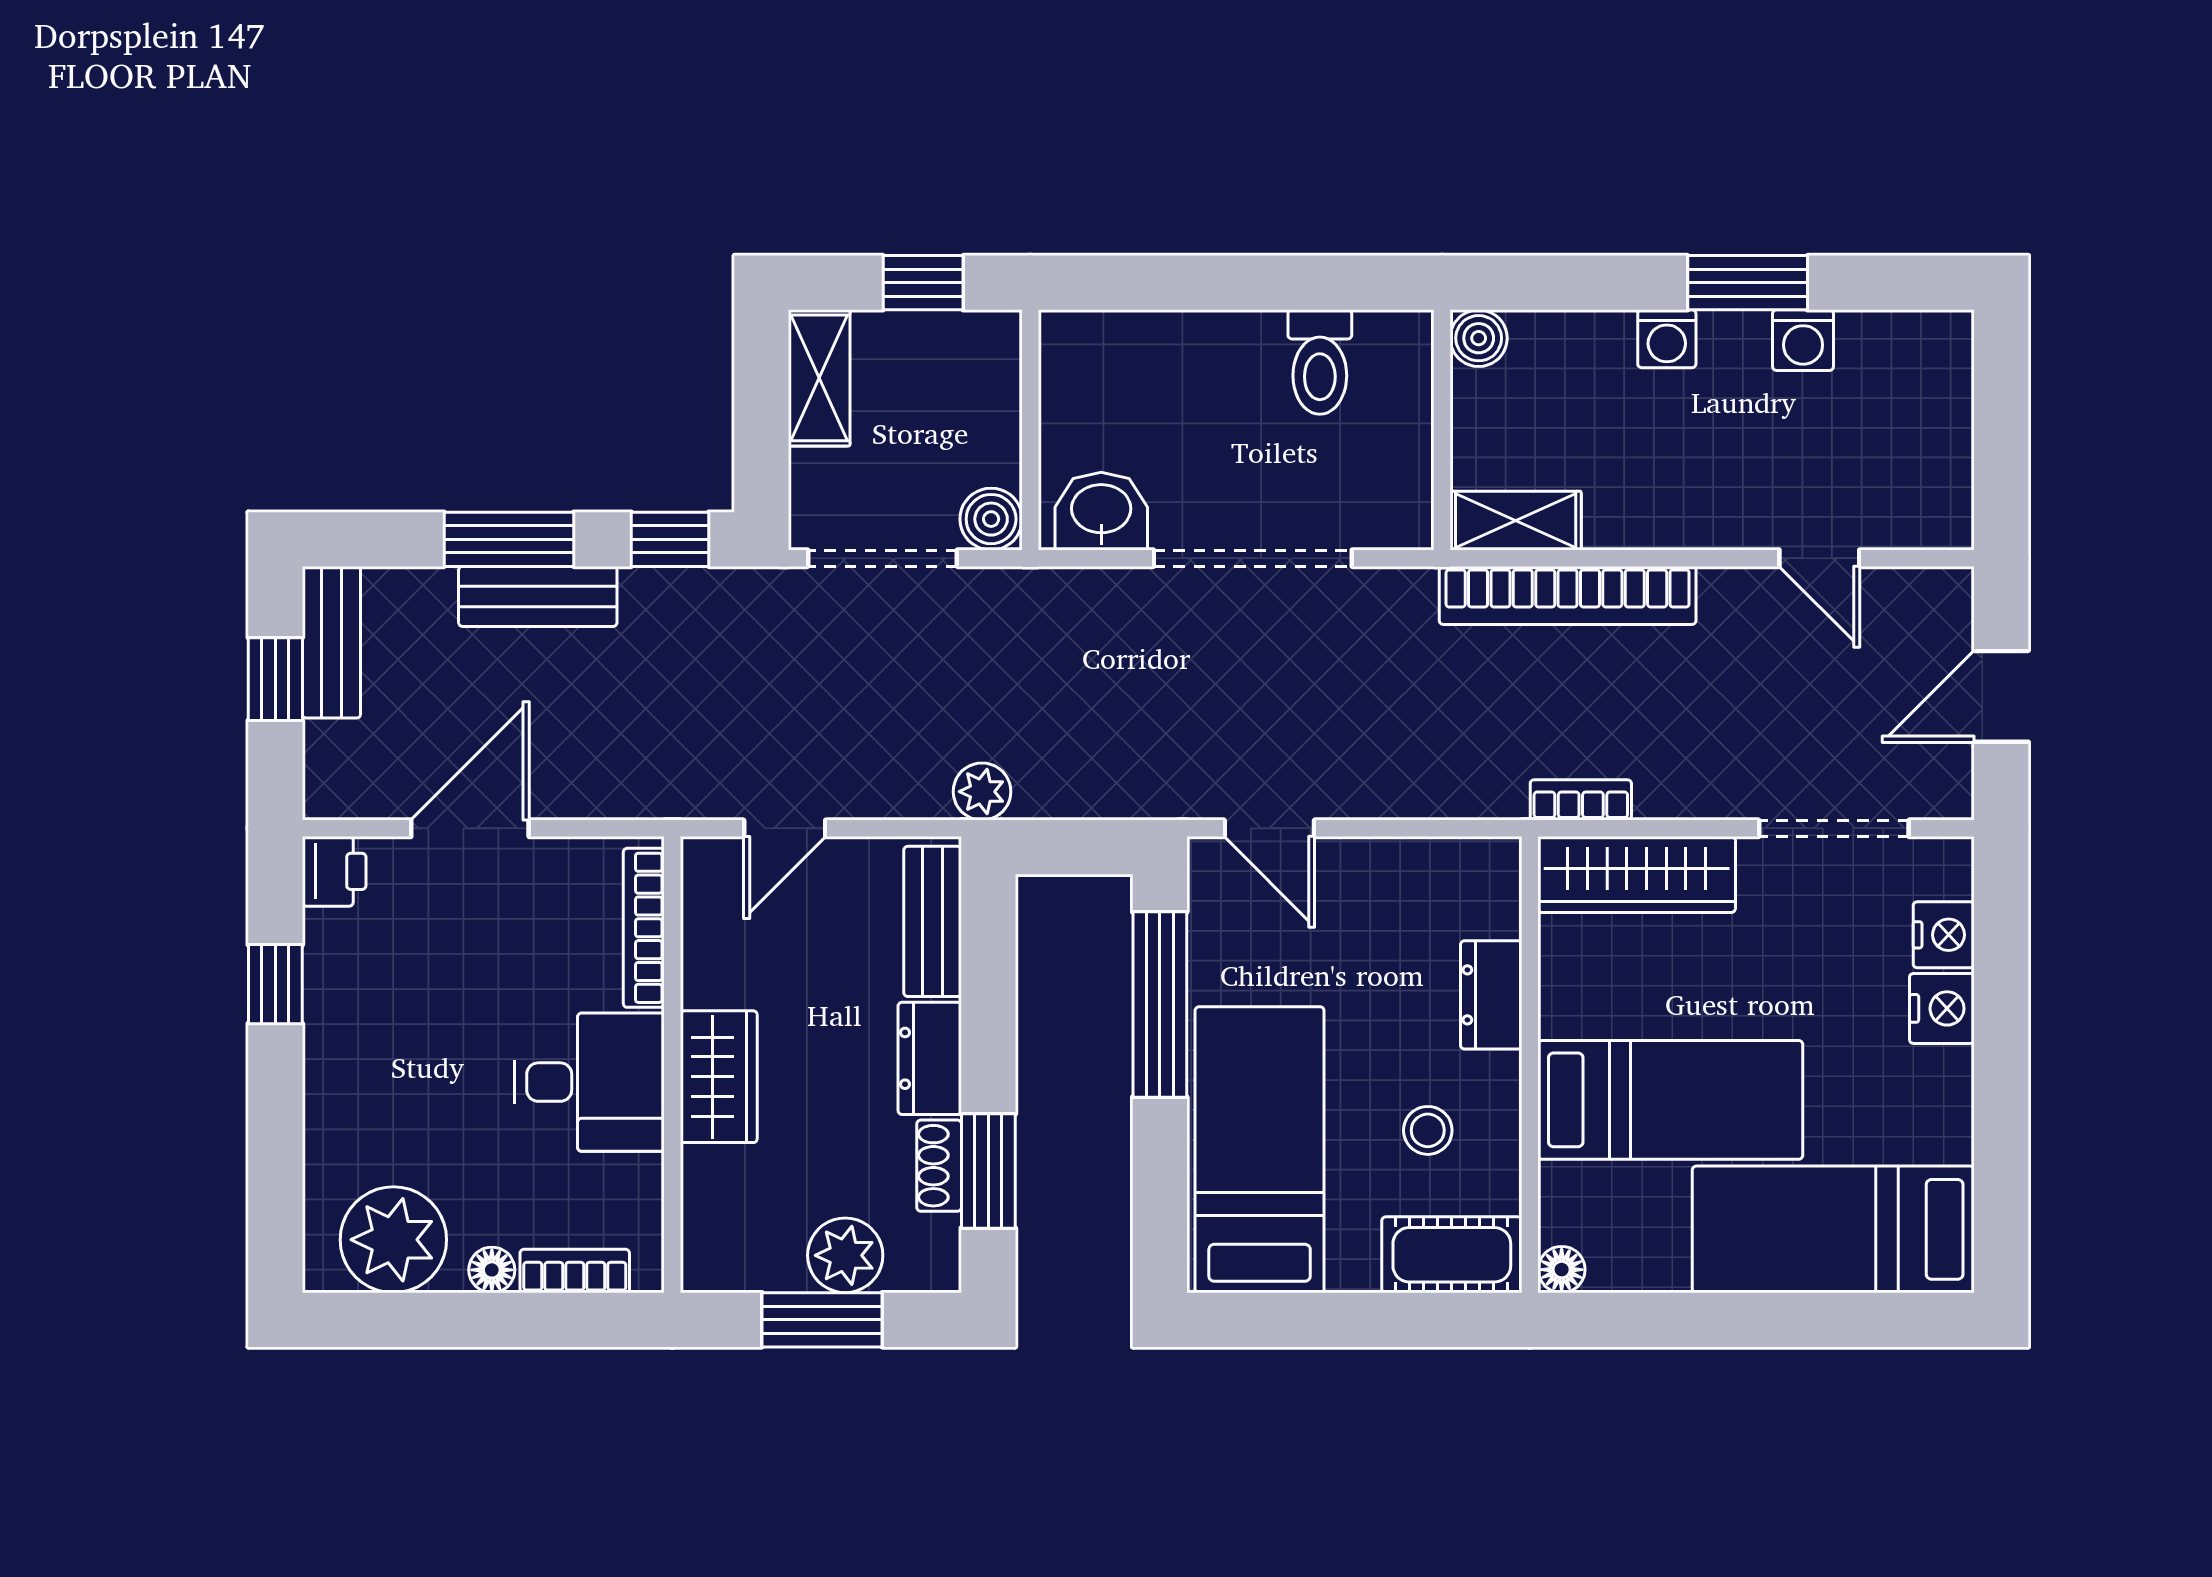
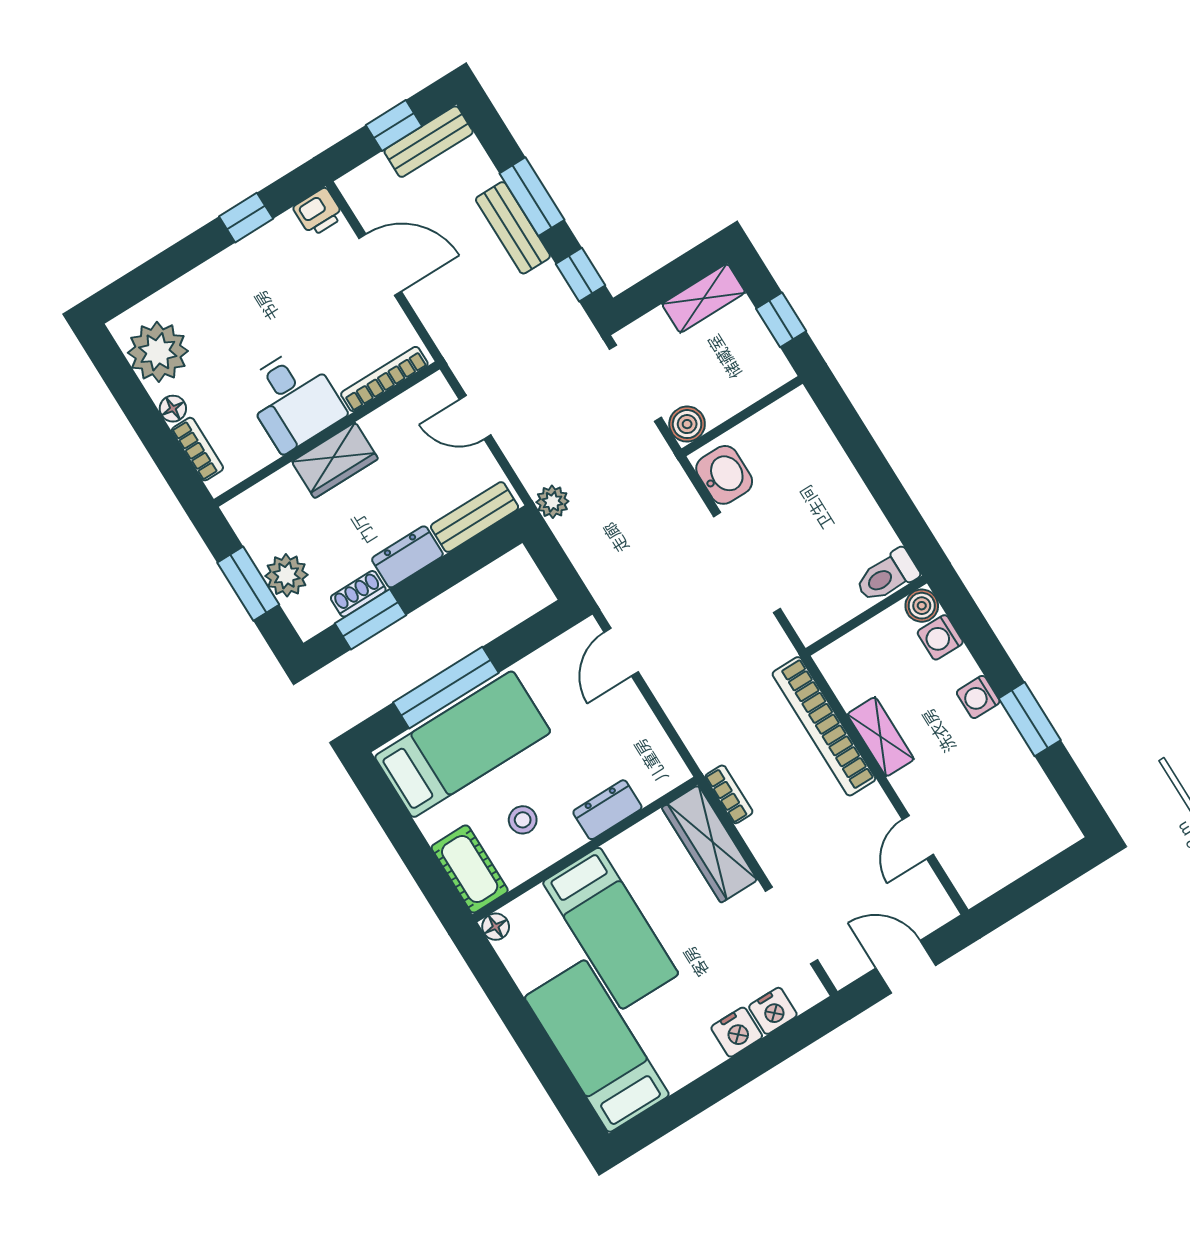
washing machine: (1803, 340) -> (940, 637), moved
toilet: (1320, 362) -> (887, 576), moved
shelving: (1516, 521) -> (881, 737), moved
window: (1160, 1004) -> (446, 688), moved

